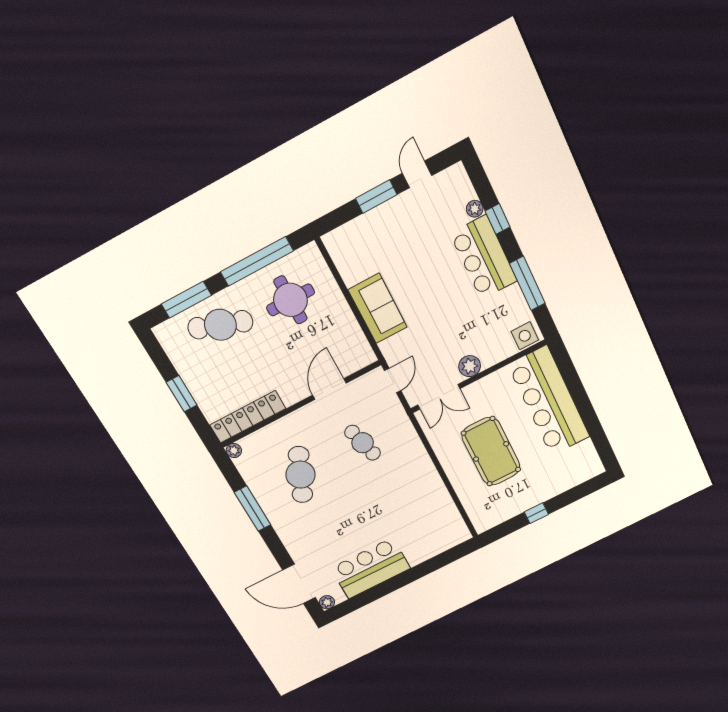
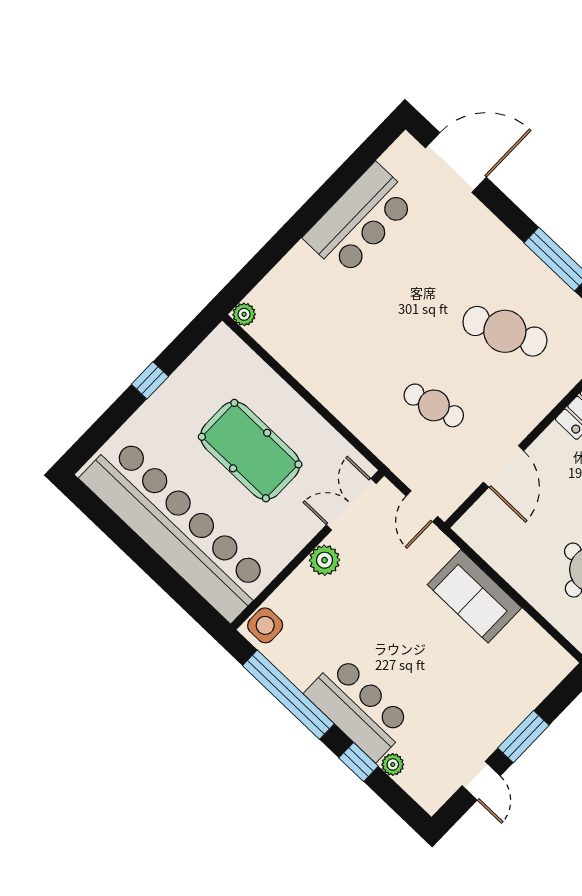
window: (527, 283) -> (288, 695), width x1.46
bar counter: (549, 401) -> (176, 528), width x1.36
cafe table: (301, 475) -> (505, 331), turned -48
plant: (327, 602) -> (244, 314), moved

